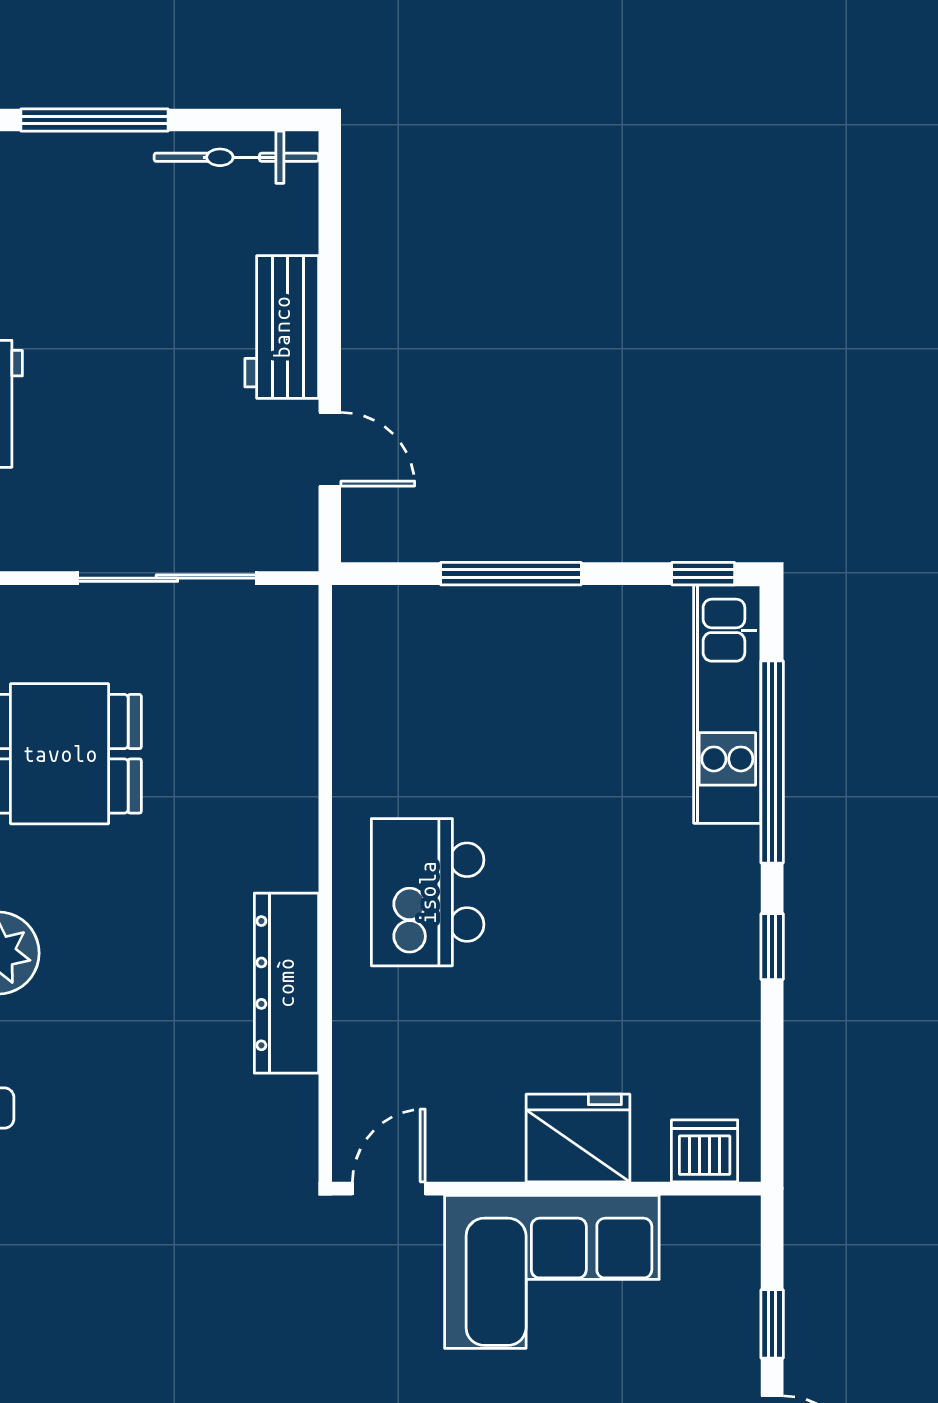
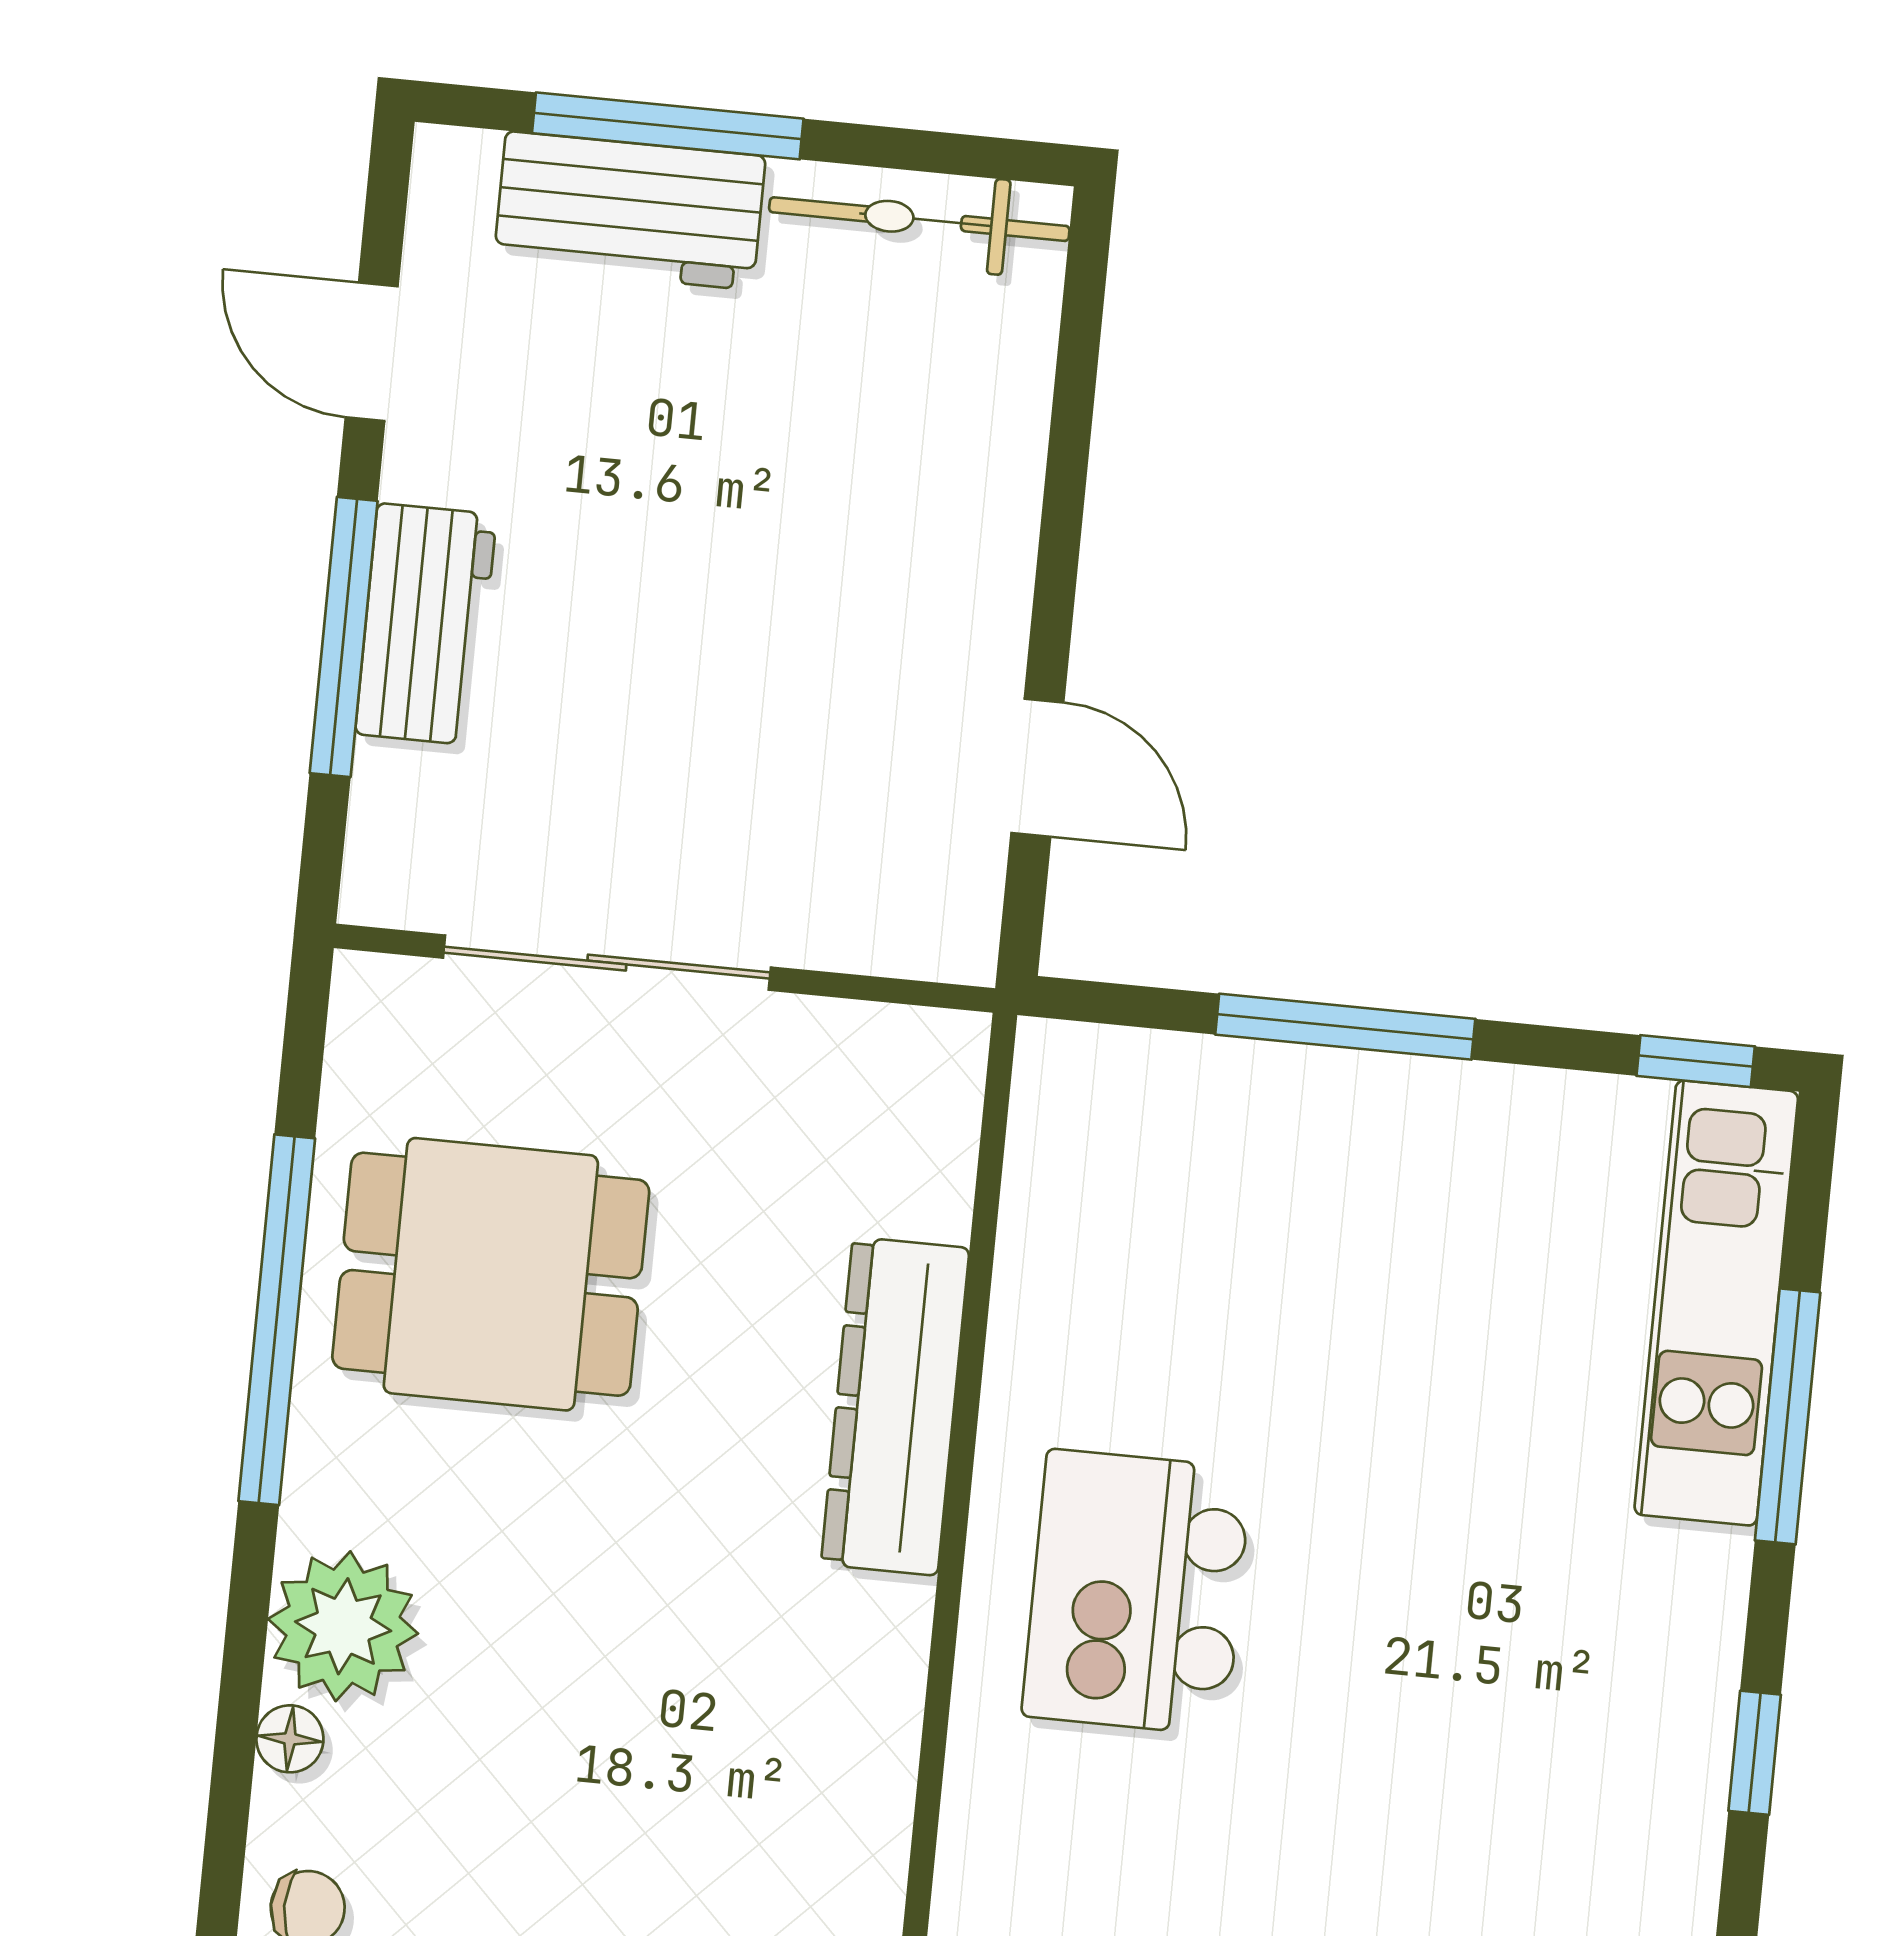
workbench: (282, 327) -> (629, 211), moved, turned -90
sliding door: (167, 578) -> (607, 963), moved
window: (772, 762) -> (1788, 1416), width x0.68
dresser: (286, 983) -> (895, 1406), moved

